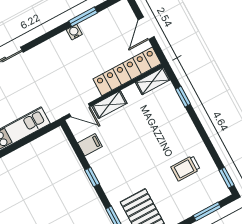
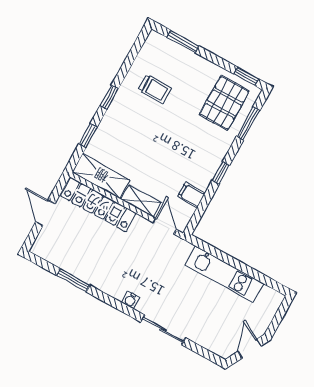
door: (146, 28) -> (45, 213), swing flipped
water cooler: (74, 32) -> (130, 300), moved
shelving: (153, 81) -> (101, 176), width x1.50, depth x1.33
window: (227, 178) -> (109, 97), moved

